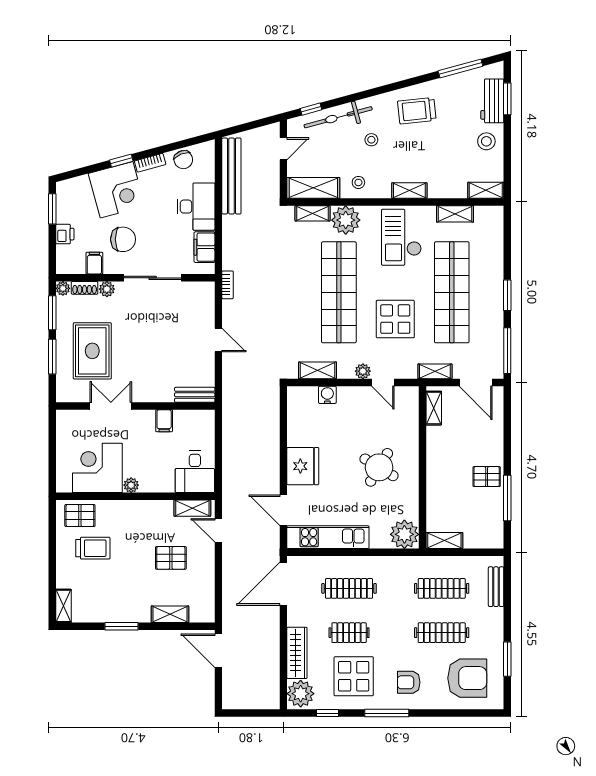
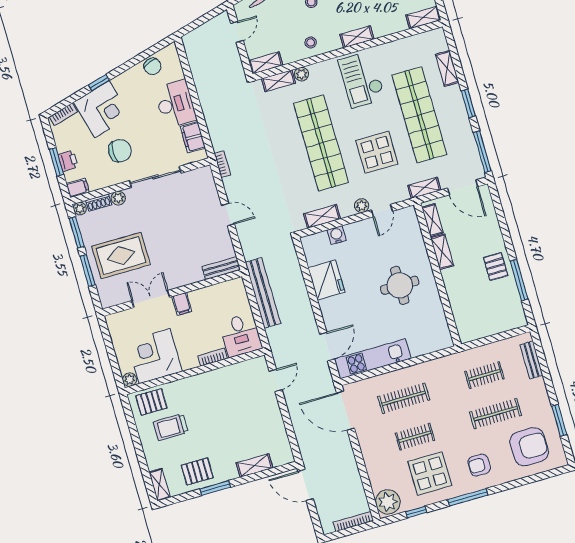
bookcase: (150, 163) -> (63, 114), moved
bench: (231, 176) -> (263, 293), moved
shelving: (313, 188) -> (266, 63), width x0.67, depth x0.75
window: (52, 209) -> (56, 162), moved
shelving: (455, 214) -> (447, 68), moved, turned 90
plant: (346, 220) -> (301, 74), width x0.53, depth x0.53
filing cabinet: (94, 263) -> (78, 188), moved, turned 90
rug: (92, 351) -> (121, 256), turned 90
door: (383, 383) -> (382, 211), hinge flipped
filing cabinet: (164, 421) -> (182, 304), moved
fridge: (303, 466) -> (326, 280), moved
round table: (379, 467) -> (400, 285), turned -31
pallet: (487, 477) -> (496, 267), turned 90
plant: (131, 485) -> (130, 380), moved
bookcase: (159, 487) -> (213, 357), added
shelving: (192, 508) -> (247, 367), removed
door: (283, 510) -> (327, 347), swing flipped
door: (218, 530) -> (276, 380), swing flipped
plant: (404, 534) -> (439, 337), removed
shelving: (444, 540) -> (442, 252), moved, turned 90
trolley: (93, 548) -> (171, 427), turned 180
pallet: (171, 558) -> (197, 471), moved
door: (283, 584) -> (345, 411), hinge flipped
clothes rail: (442, 588) -> (484, 375), width x0.73
wardrobe: (297, 653) -> (375, 467), removed
bookcase: (258, 704) -> (353, 521), added

